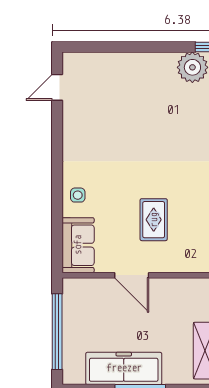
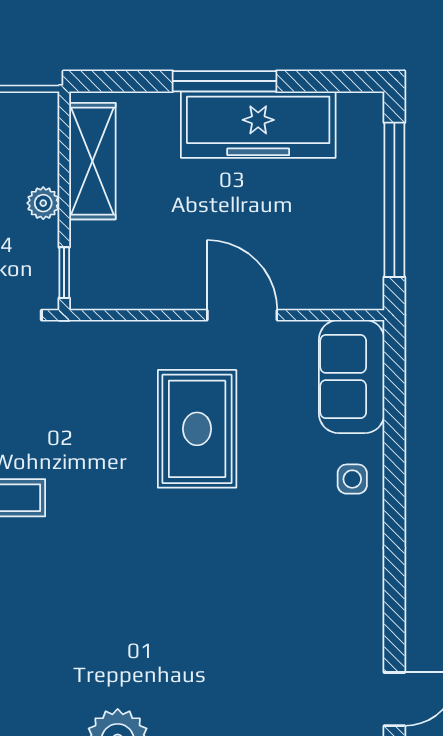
rug: (154, 220) -> (197, 429), width x1.36, depth x1.43

